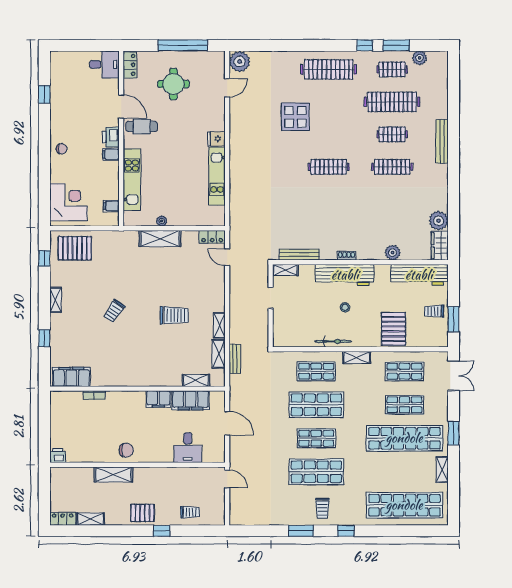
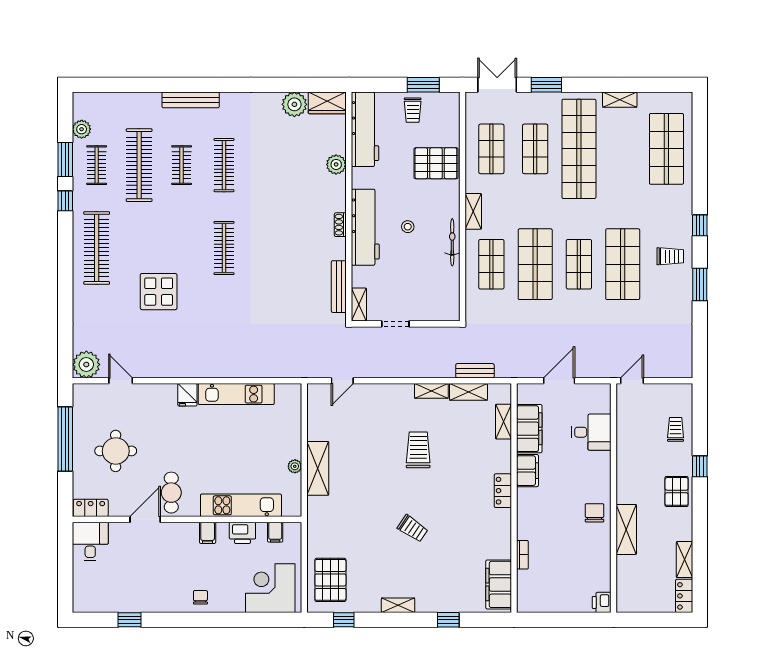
printer: (111, 137) -> (242, 533), moved
locker: (212, 237) -> (503, 491), moved, turned 180
window: (453, 433) -> (546, 85), moved
shop shelf: (404, 505) -> (666, 149), width x0.71

